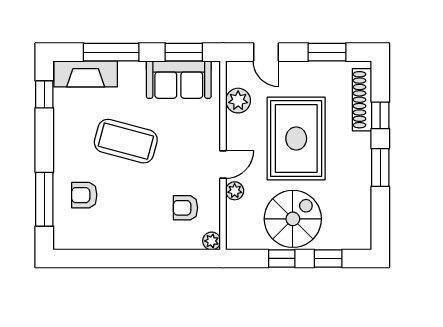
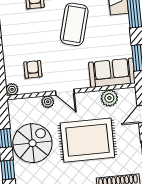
sofa: (179, 80) -> (112, 73), moved, turned 90
spiral stairs: (293, 219) -> (32, 143), turned -90

